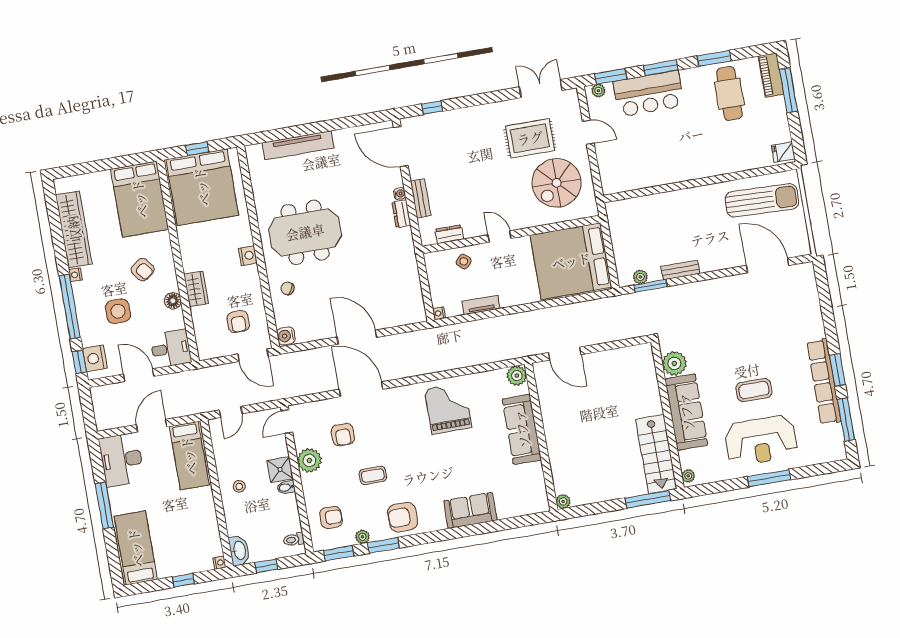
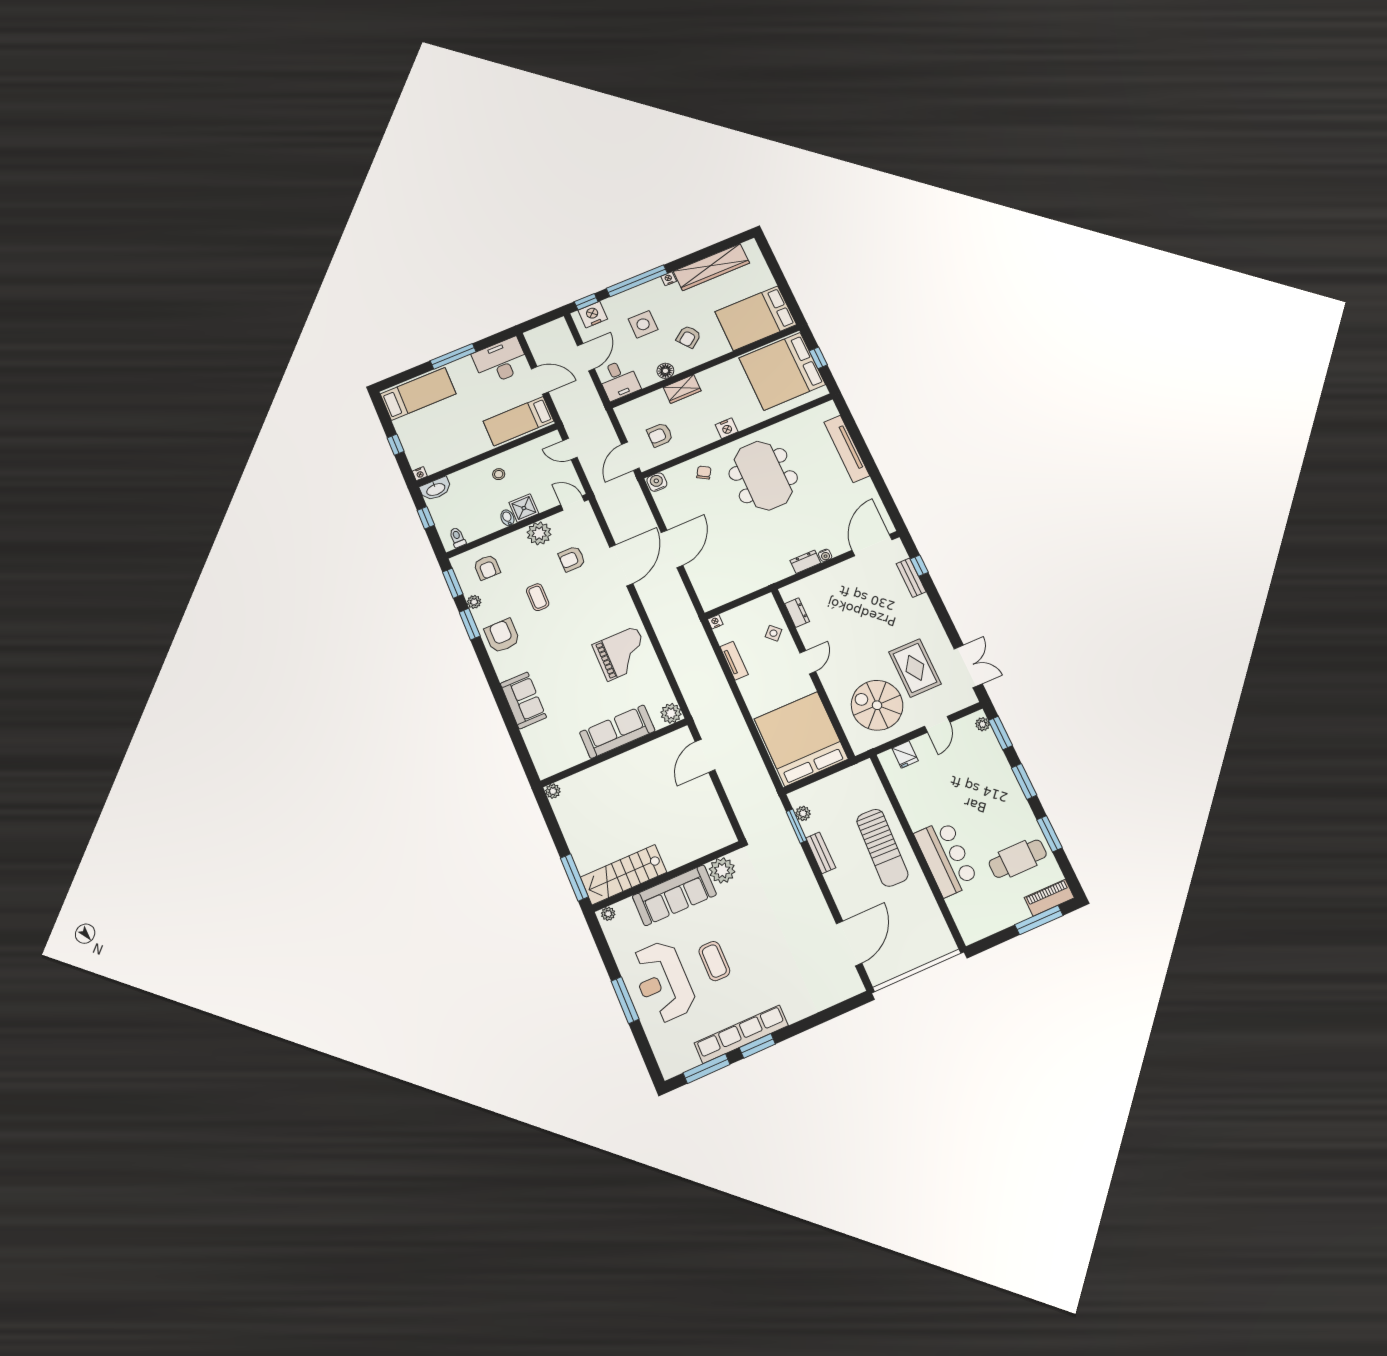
bar counter: (649, 94) -> (946, 858), moved, turned 180
fridge: (783, 152) -> (905, 754), moved, turned 180
bench: (421, 198) -> (911, 578), moved, turned 90
sun lounger: (762, 200) -> (882, 848), moved

